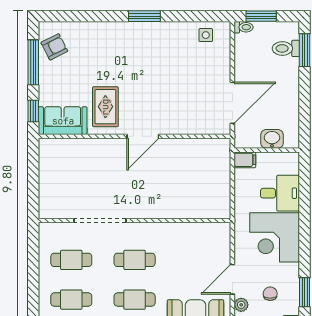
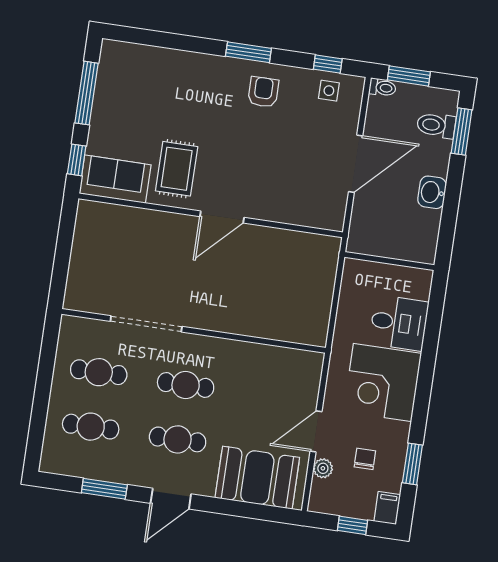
window: (202, 16) -> (328, 64), added
armchair: (54, 47) -> (263, 92), moved, turned -63
door: (232, 103) -> (356, 164), moved
washbasin: (272, 139) -> (432, 192), moved, turned -90
filing cabinet: (245, 160) -> (357, 270), removed

